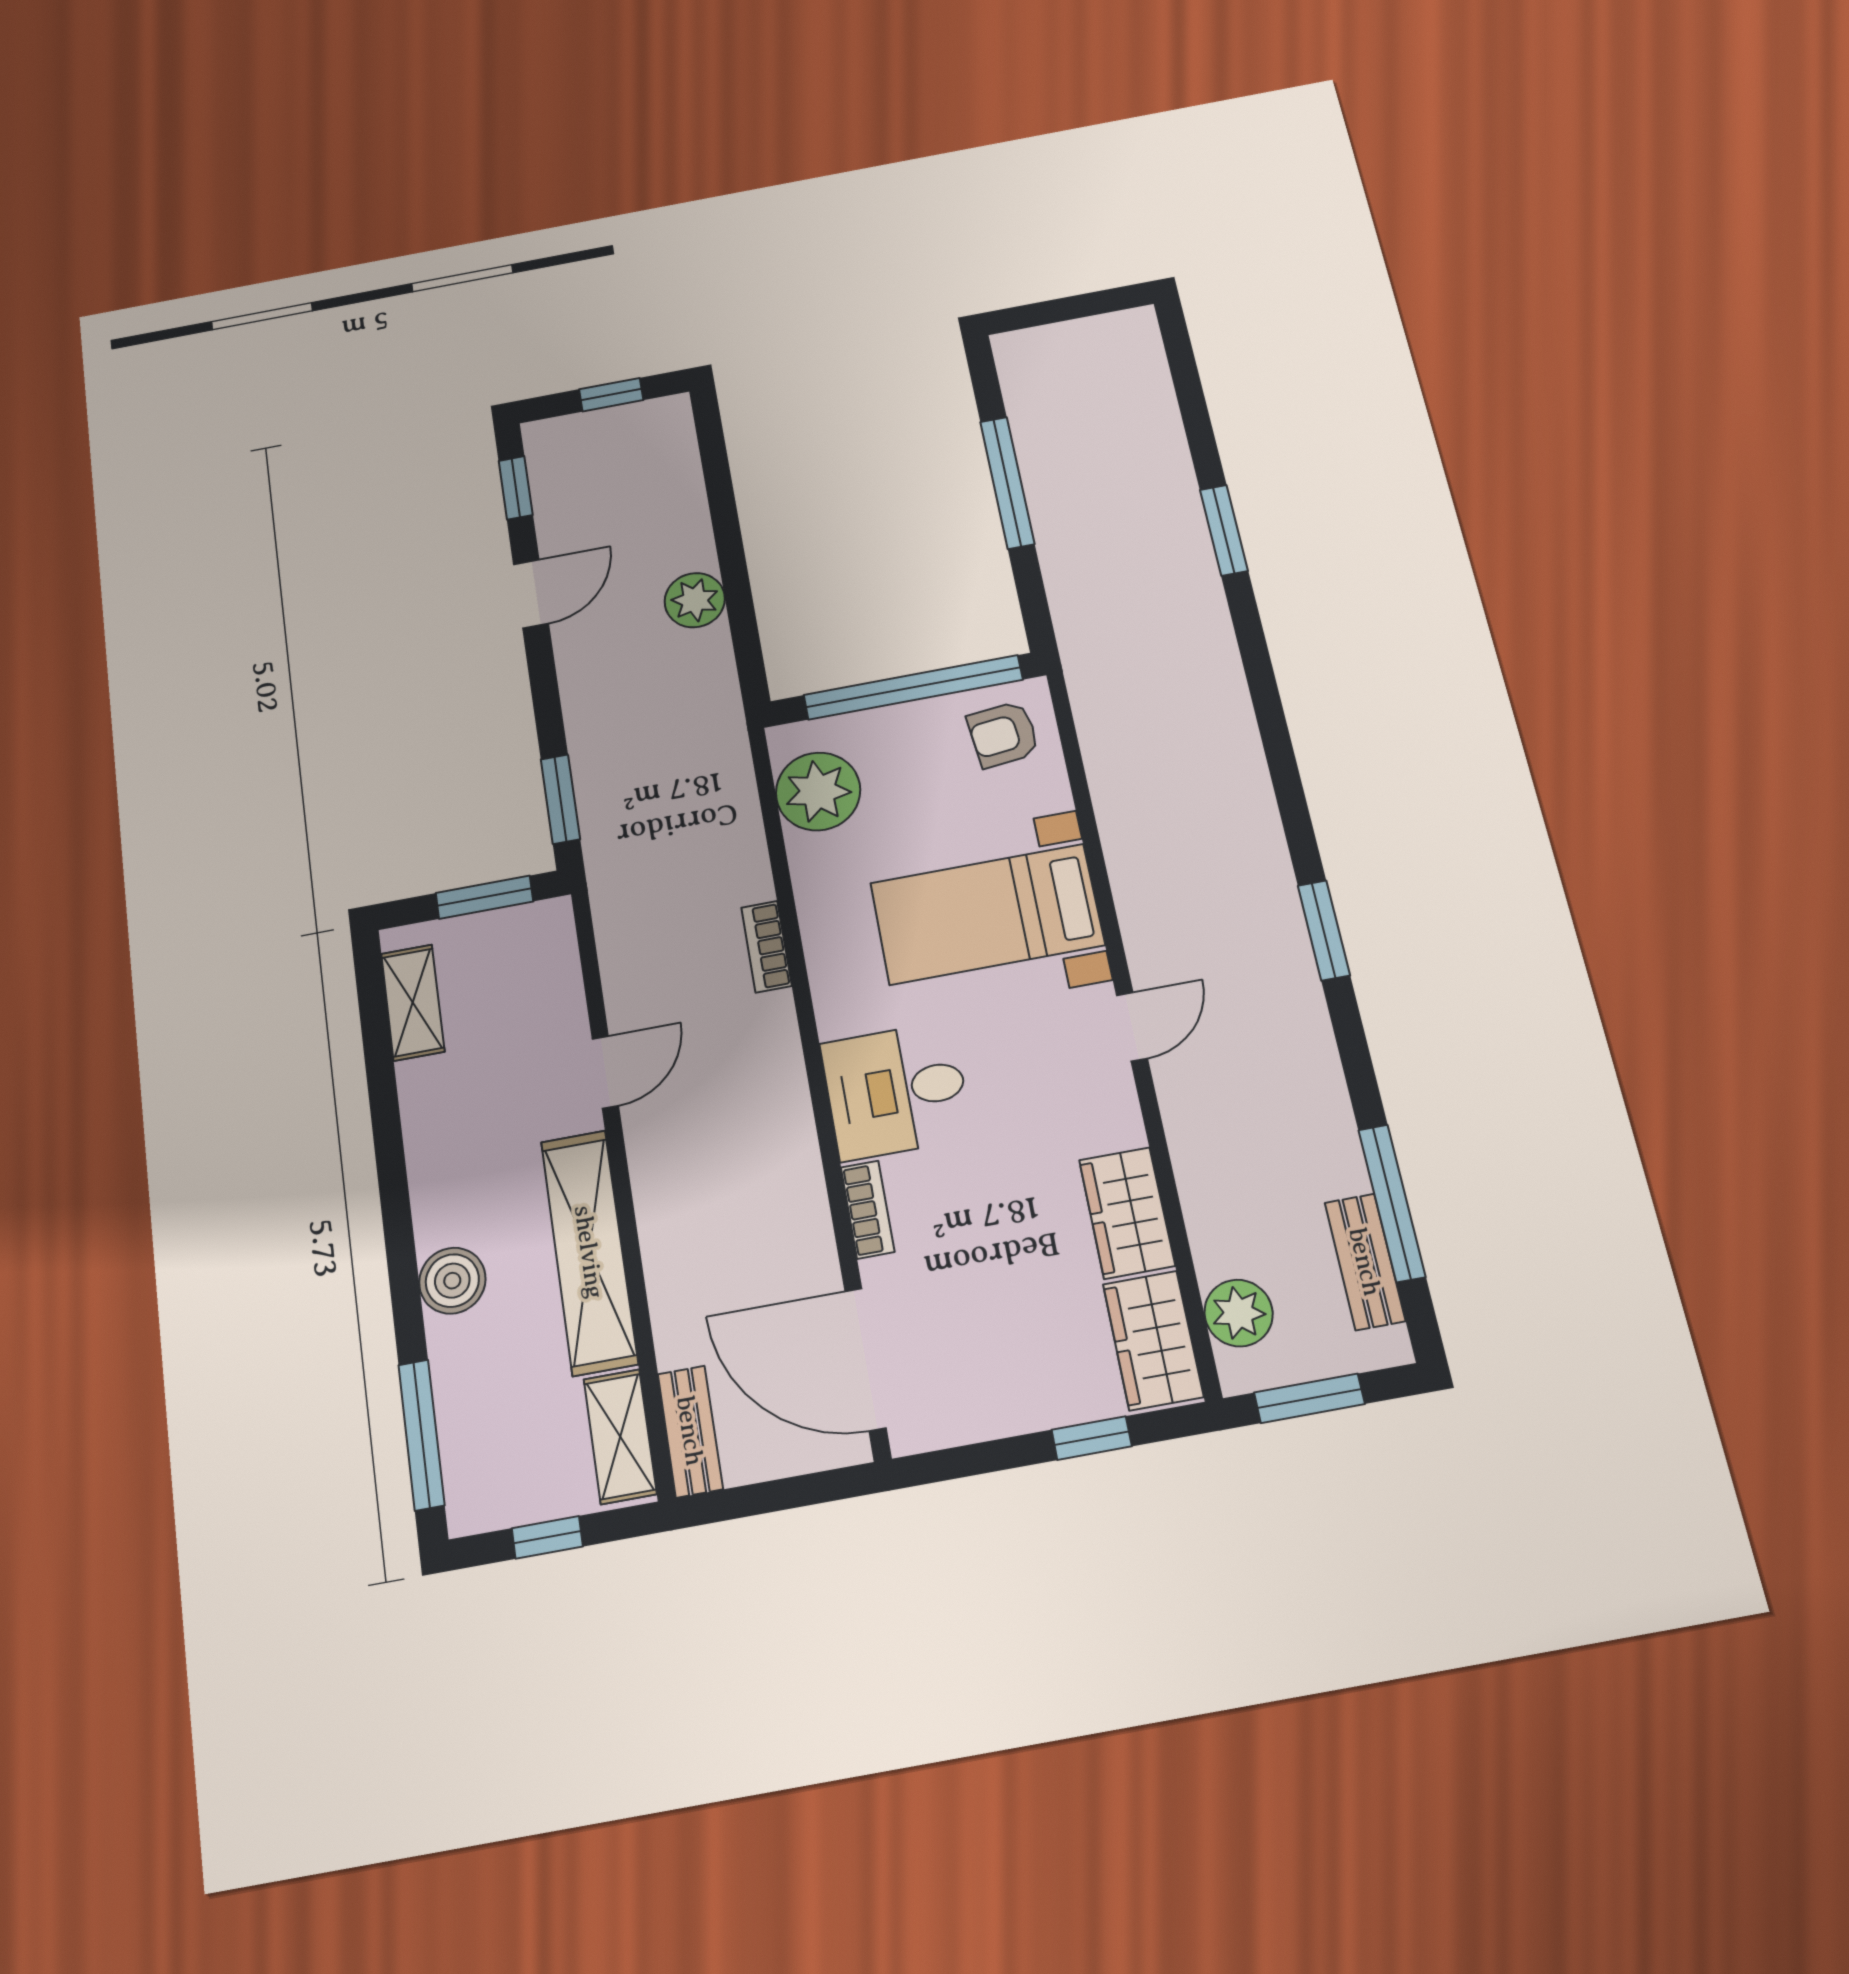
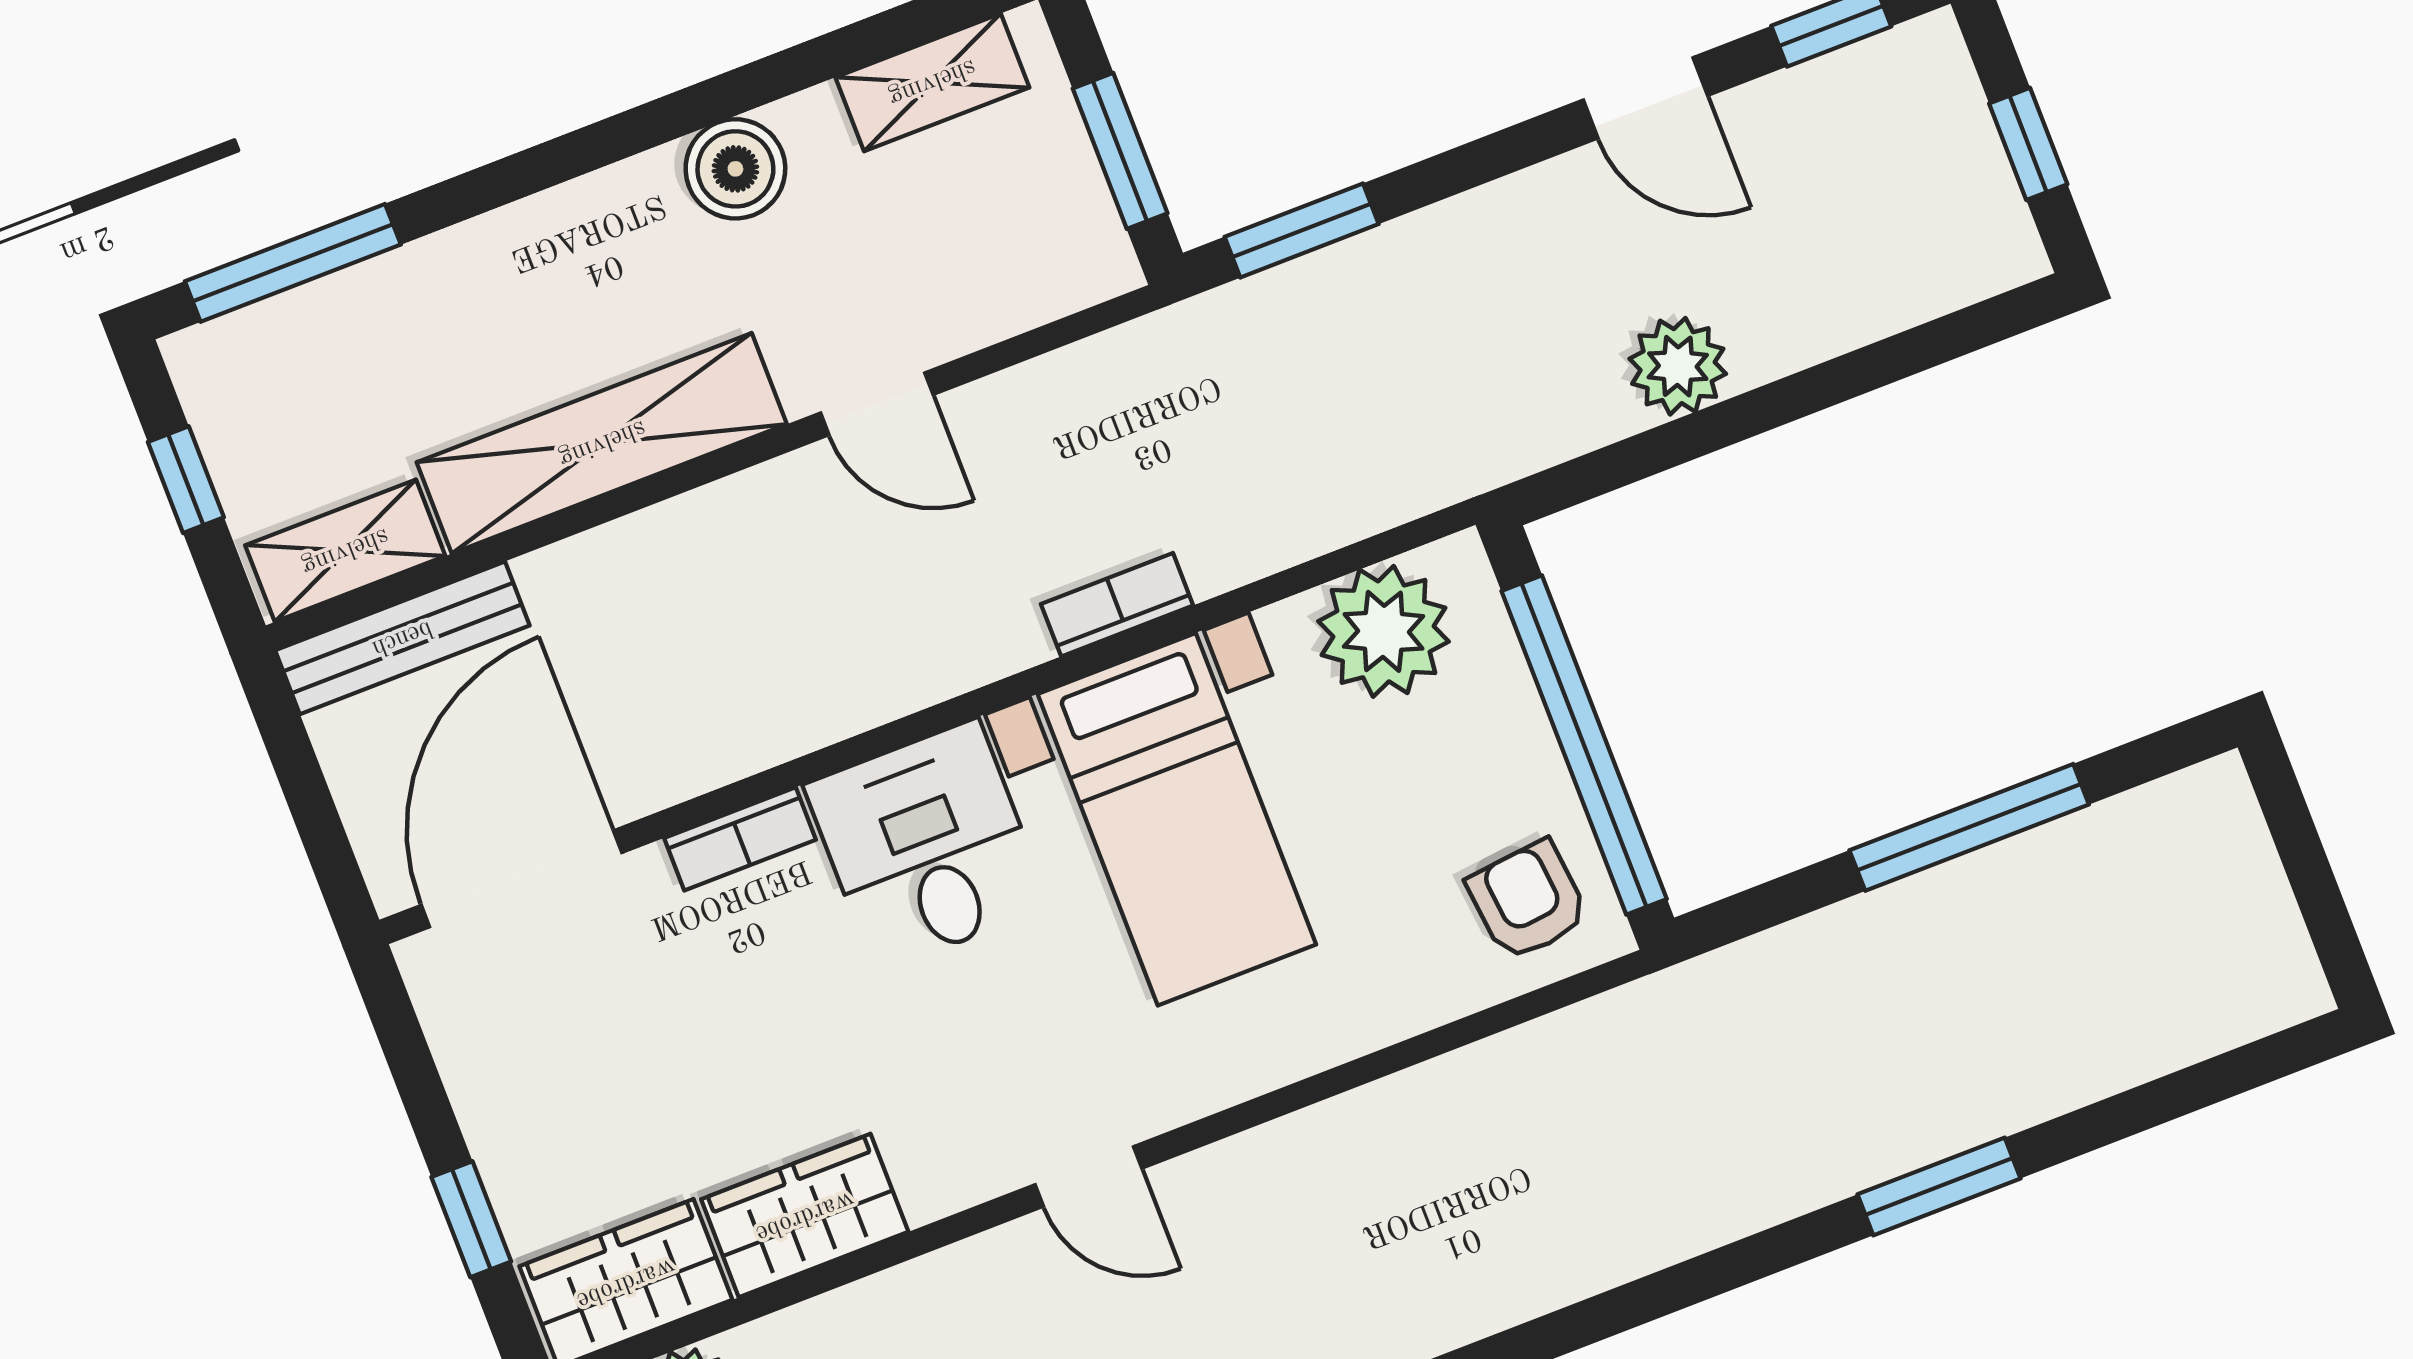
bed with nightstands: (987, 914) -> (1177, 819), moved, turned 180
boiler: (452, 1281) -> (735, 169), moved
bench: (690, 1431) -> (402, 638), width x1.36

